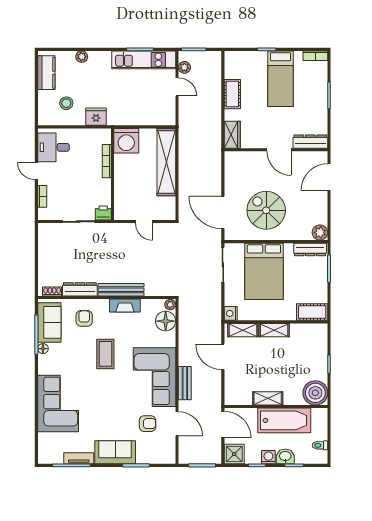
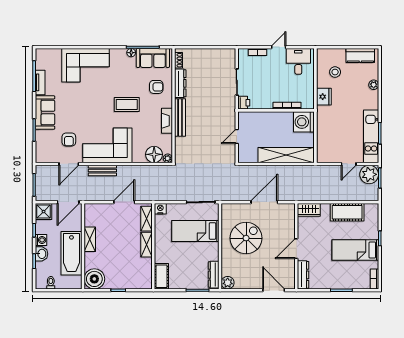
plant: (184, 67) -> (369, 174), width x1.88, depth x1.88
cot: (232, 94) -> (347, 212), width x1.37, depth x1.34
door: (223, 212) -> (264, 202), moved
bed: (264, 271) -> (195, 231), width x0.67

